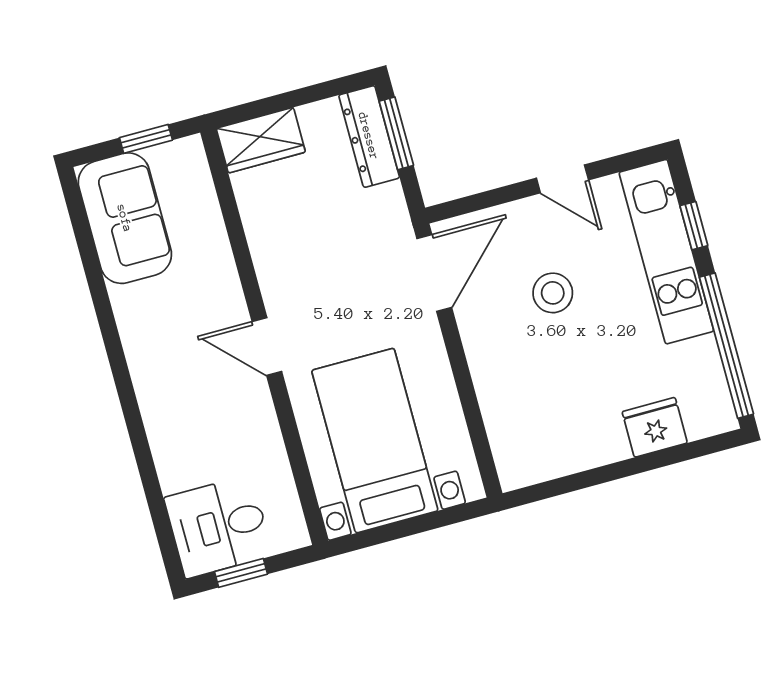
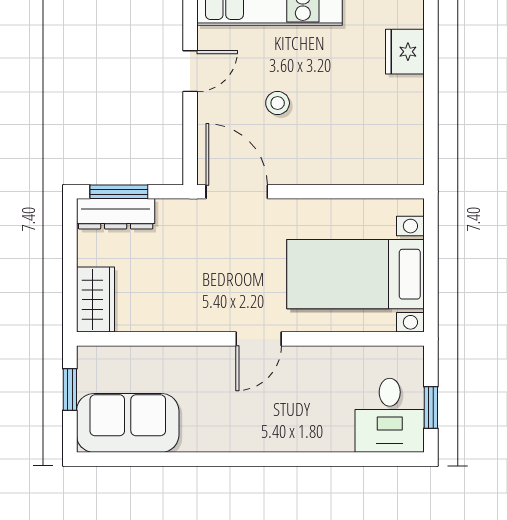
stool: (553, 293) -> (278, 103), width x0.73, depth x0.73

